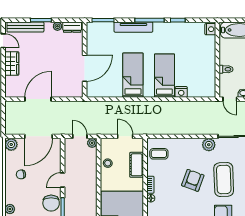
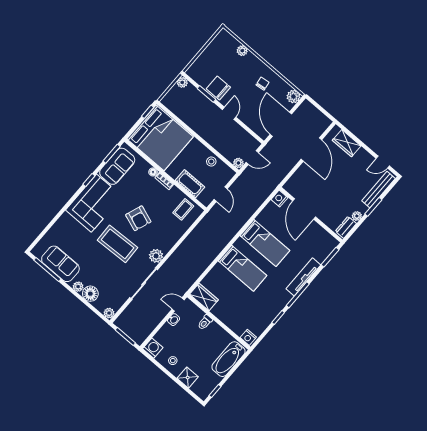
wardrobe: (12, 63) -> (347, 143), moved
wardrobe: (209, 85) -> (204, 297), added
nightstand: (181, 92) -> (279, 199), moved
door: (125, 136) -> (221, 194), hinge flipped

